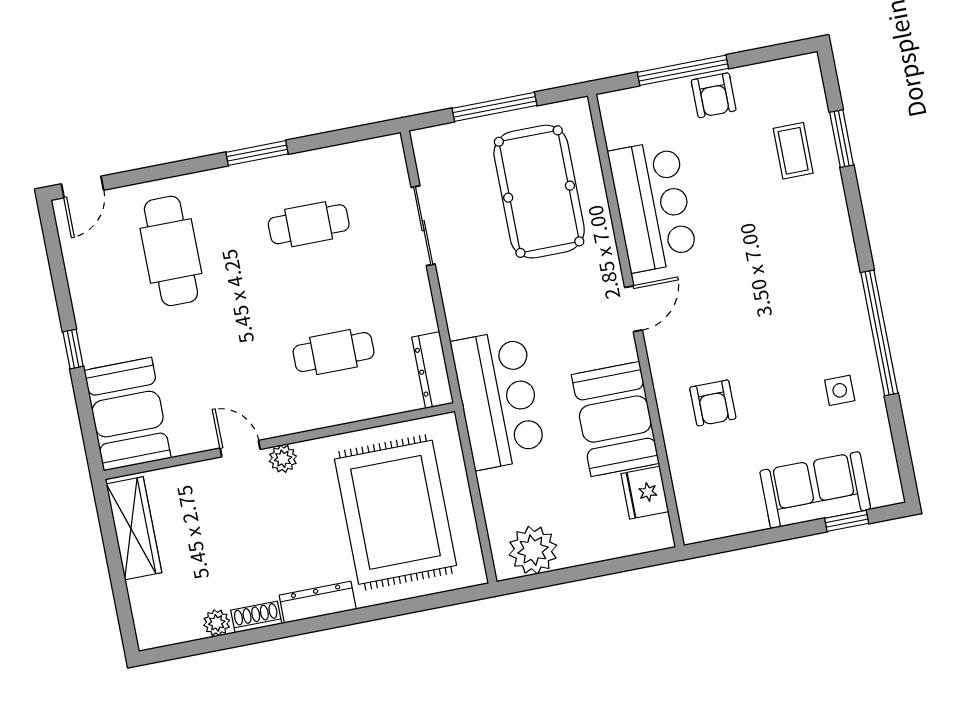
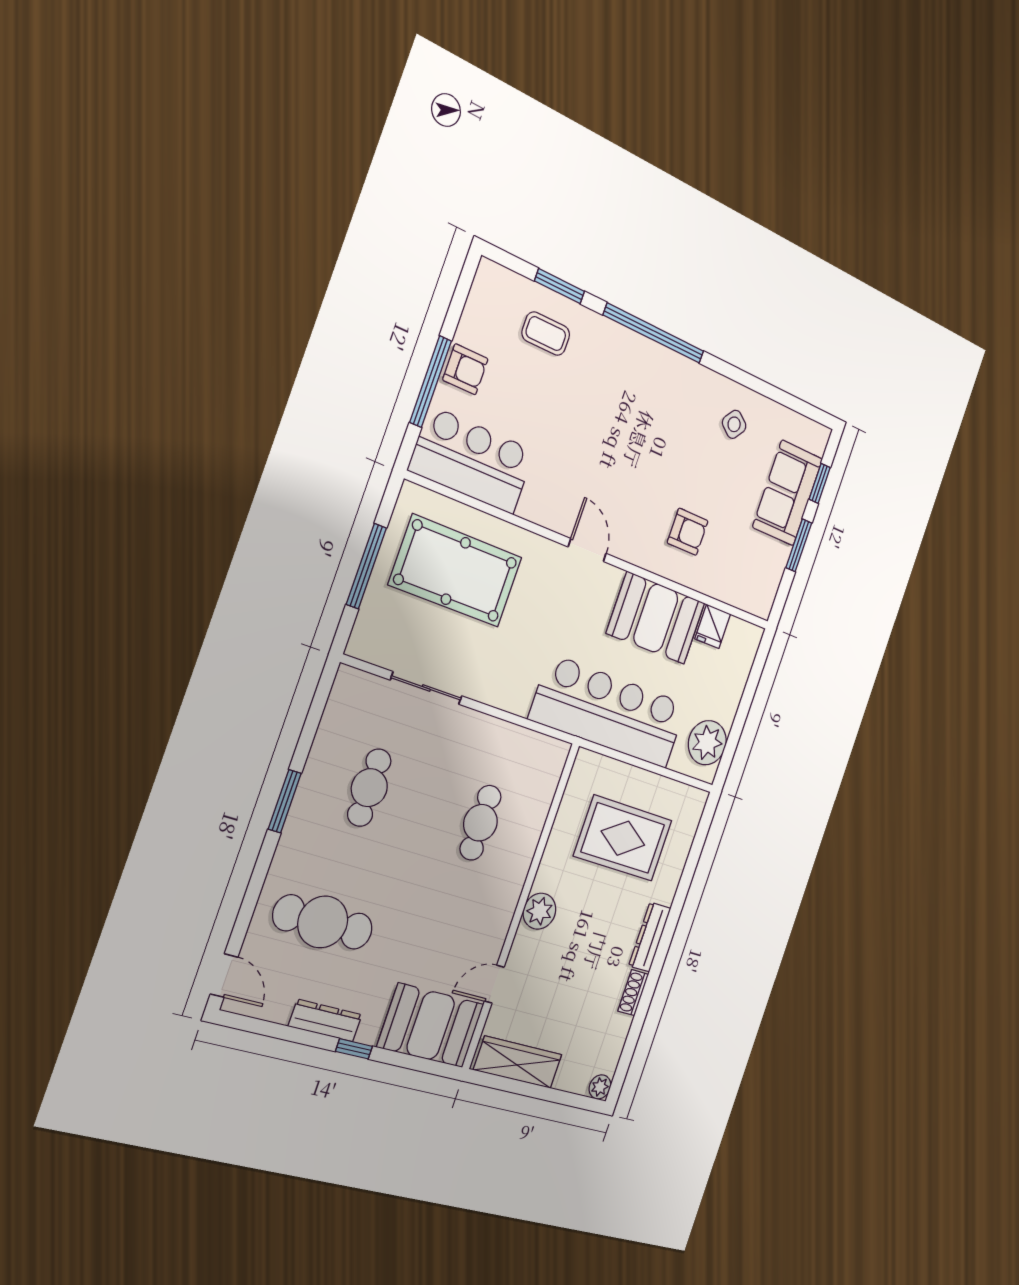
bar counter: (653, 206) -> (472, 460), moved
window: (879, 333) -> (654, 333), moved
dresser: (433, 370) -> (325, 1020), moved, turned 180
side table: (840, 390) -> (734, 424), turned 37
bar counter: (498, 399) -> (609, 712), width x1.36
door: (240, 449) -> (494, 984), moved
plant: (283, 459) -> (539, 911), width x1.38, depth x1.38
fridge: (645, 493) -> (713, 626), width x0.72
rug: (395, 512) -> (623, 838), width x0.73, depth x0.69
window: (775, 535) -> (799, 545), added
plant: (217, 623) -> (600, 1087), moved

